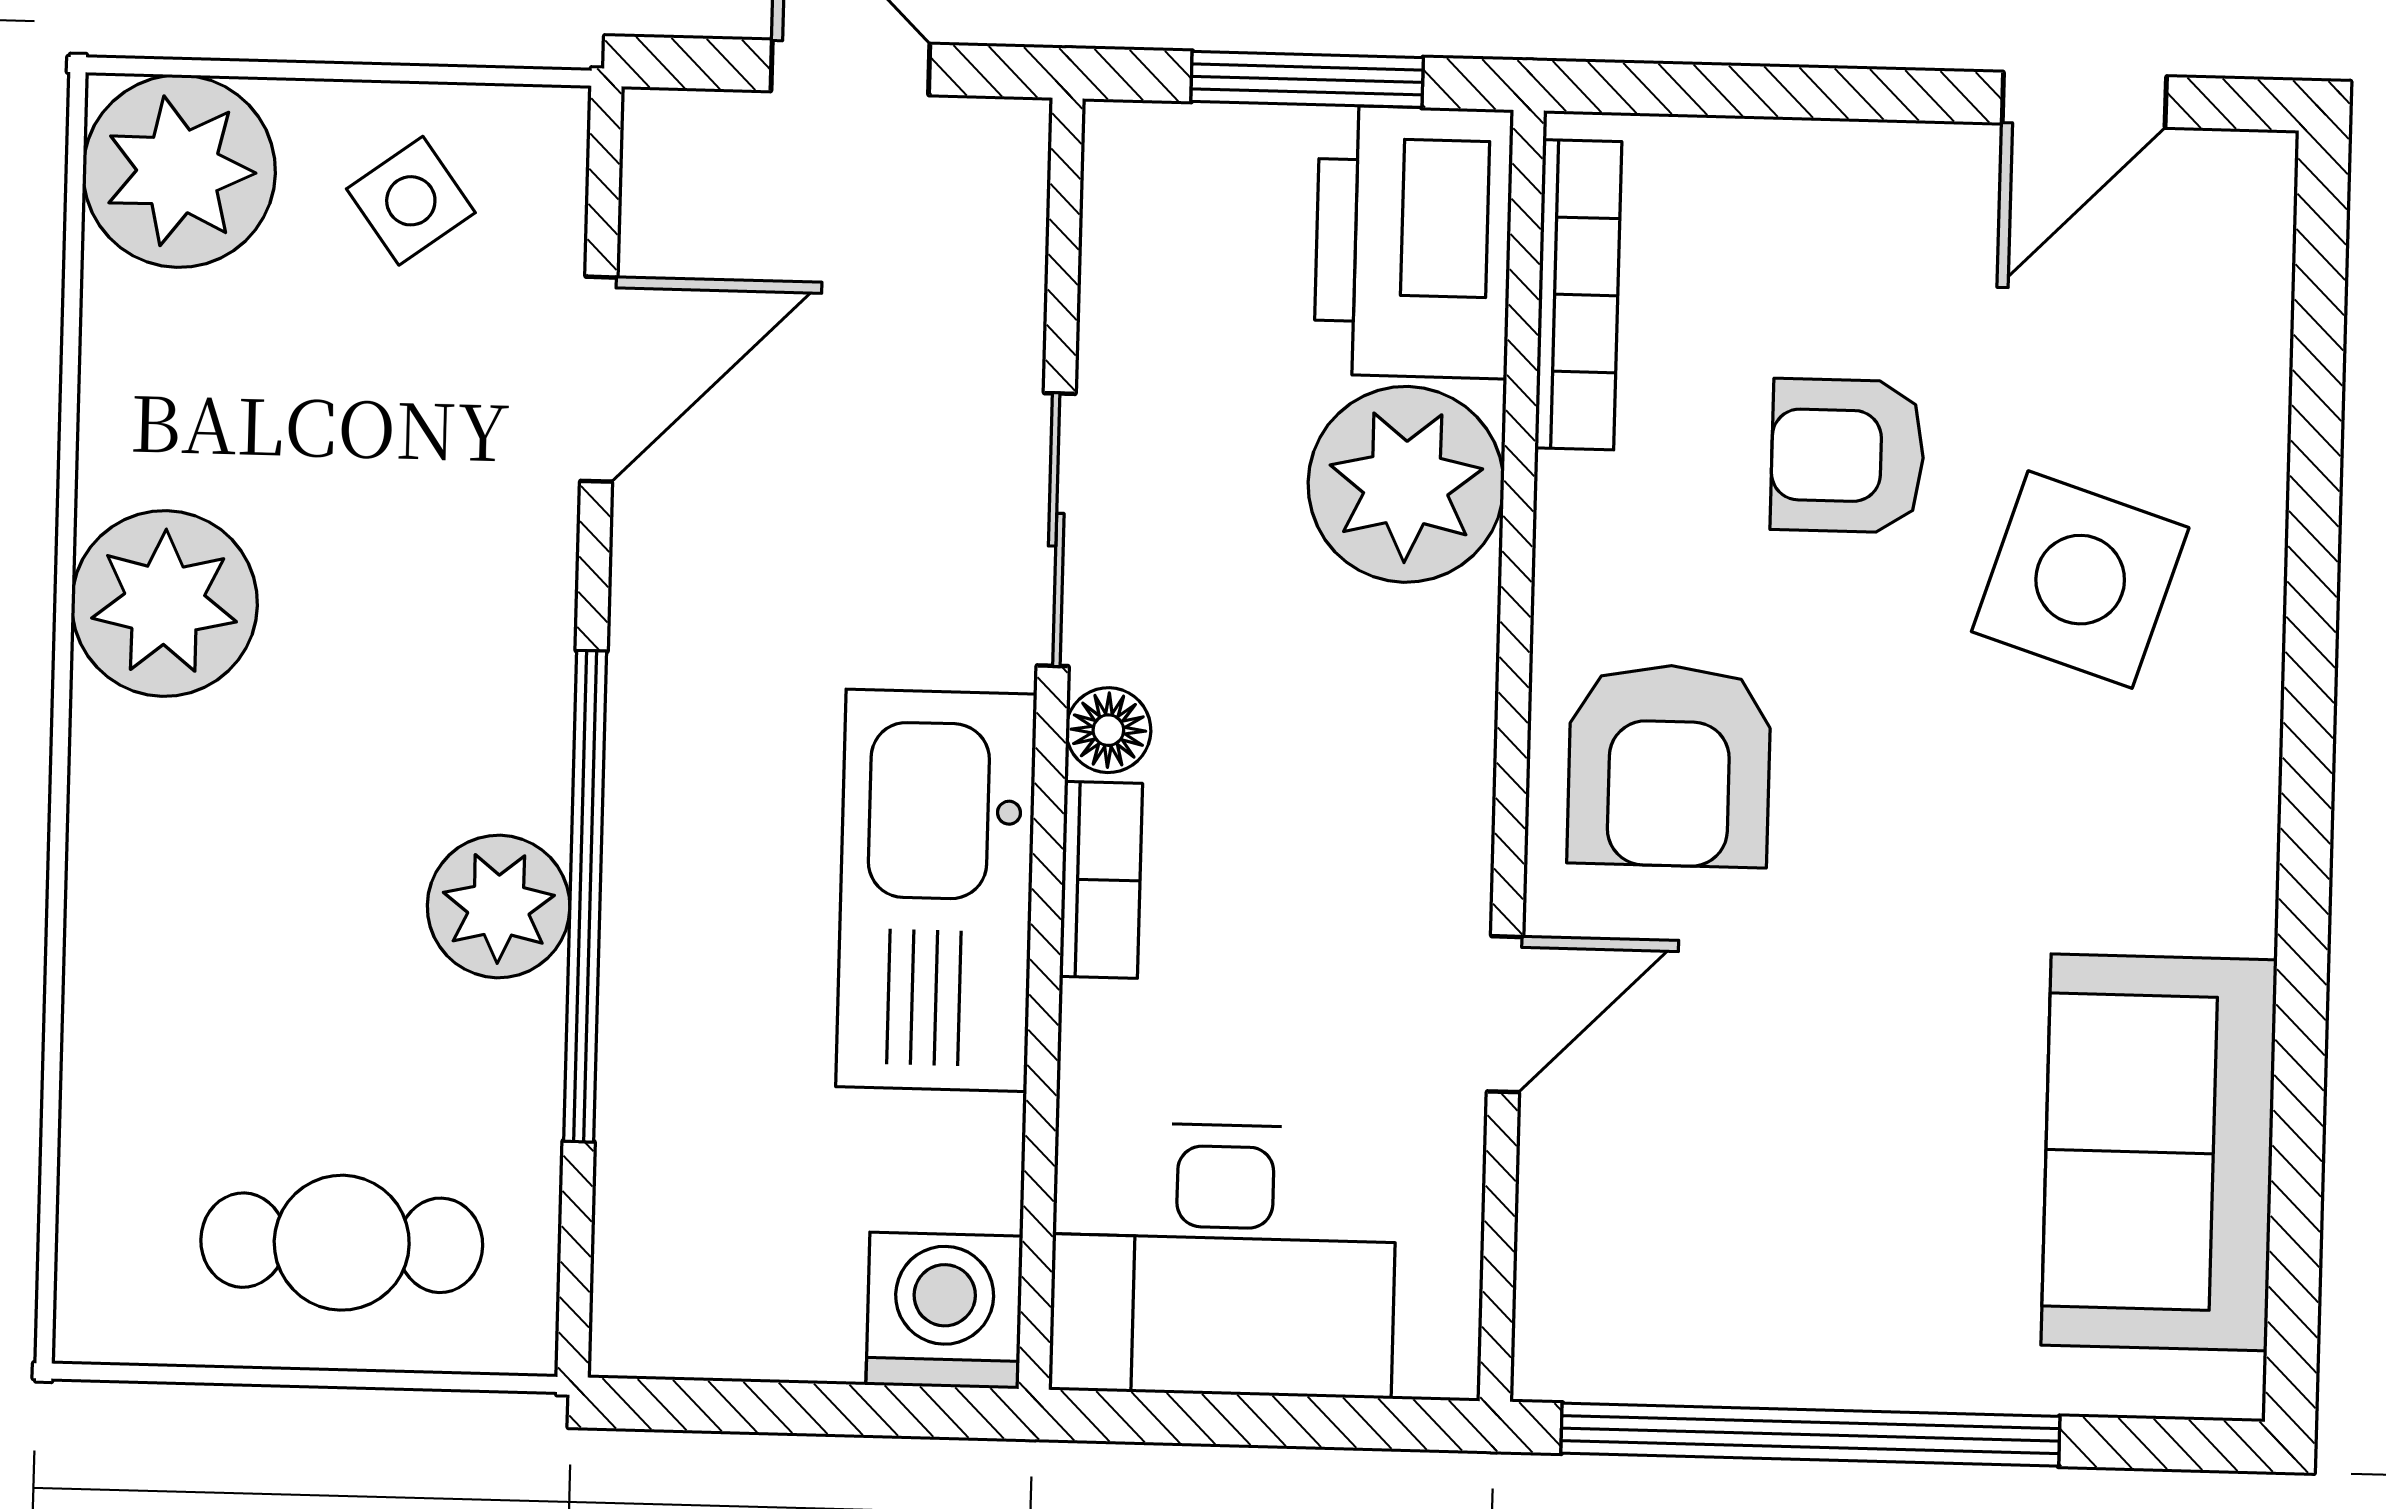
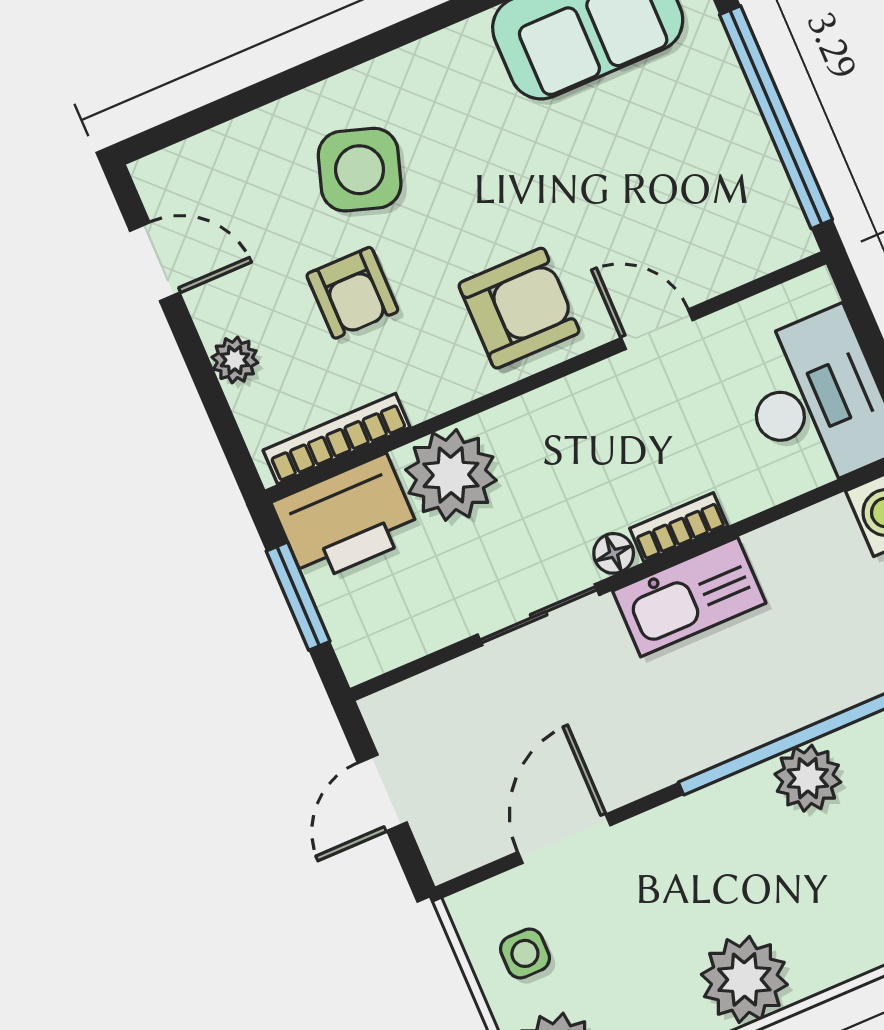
plant: (1822, 168) -> (235, 360), added
side table: (411, 201) -> (525, 953), turned 36
door: (599, 379) -> (564, 839), hinge flipped
kitchen sink: (936, 890) -> (689, 597), width x0.73, depth x0.81

